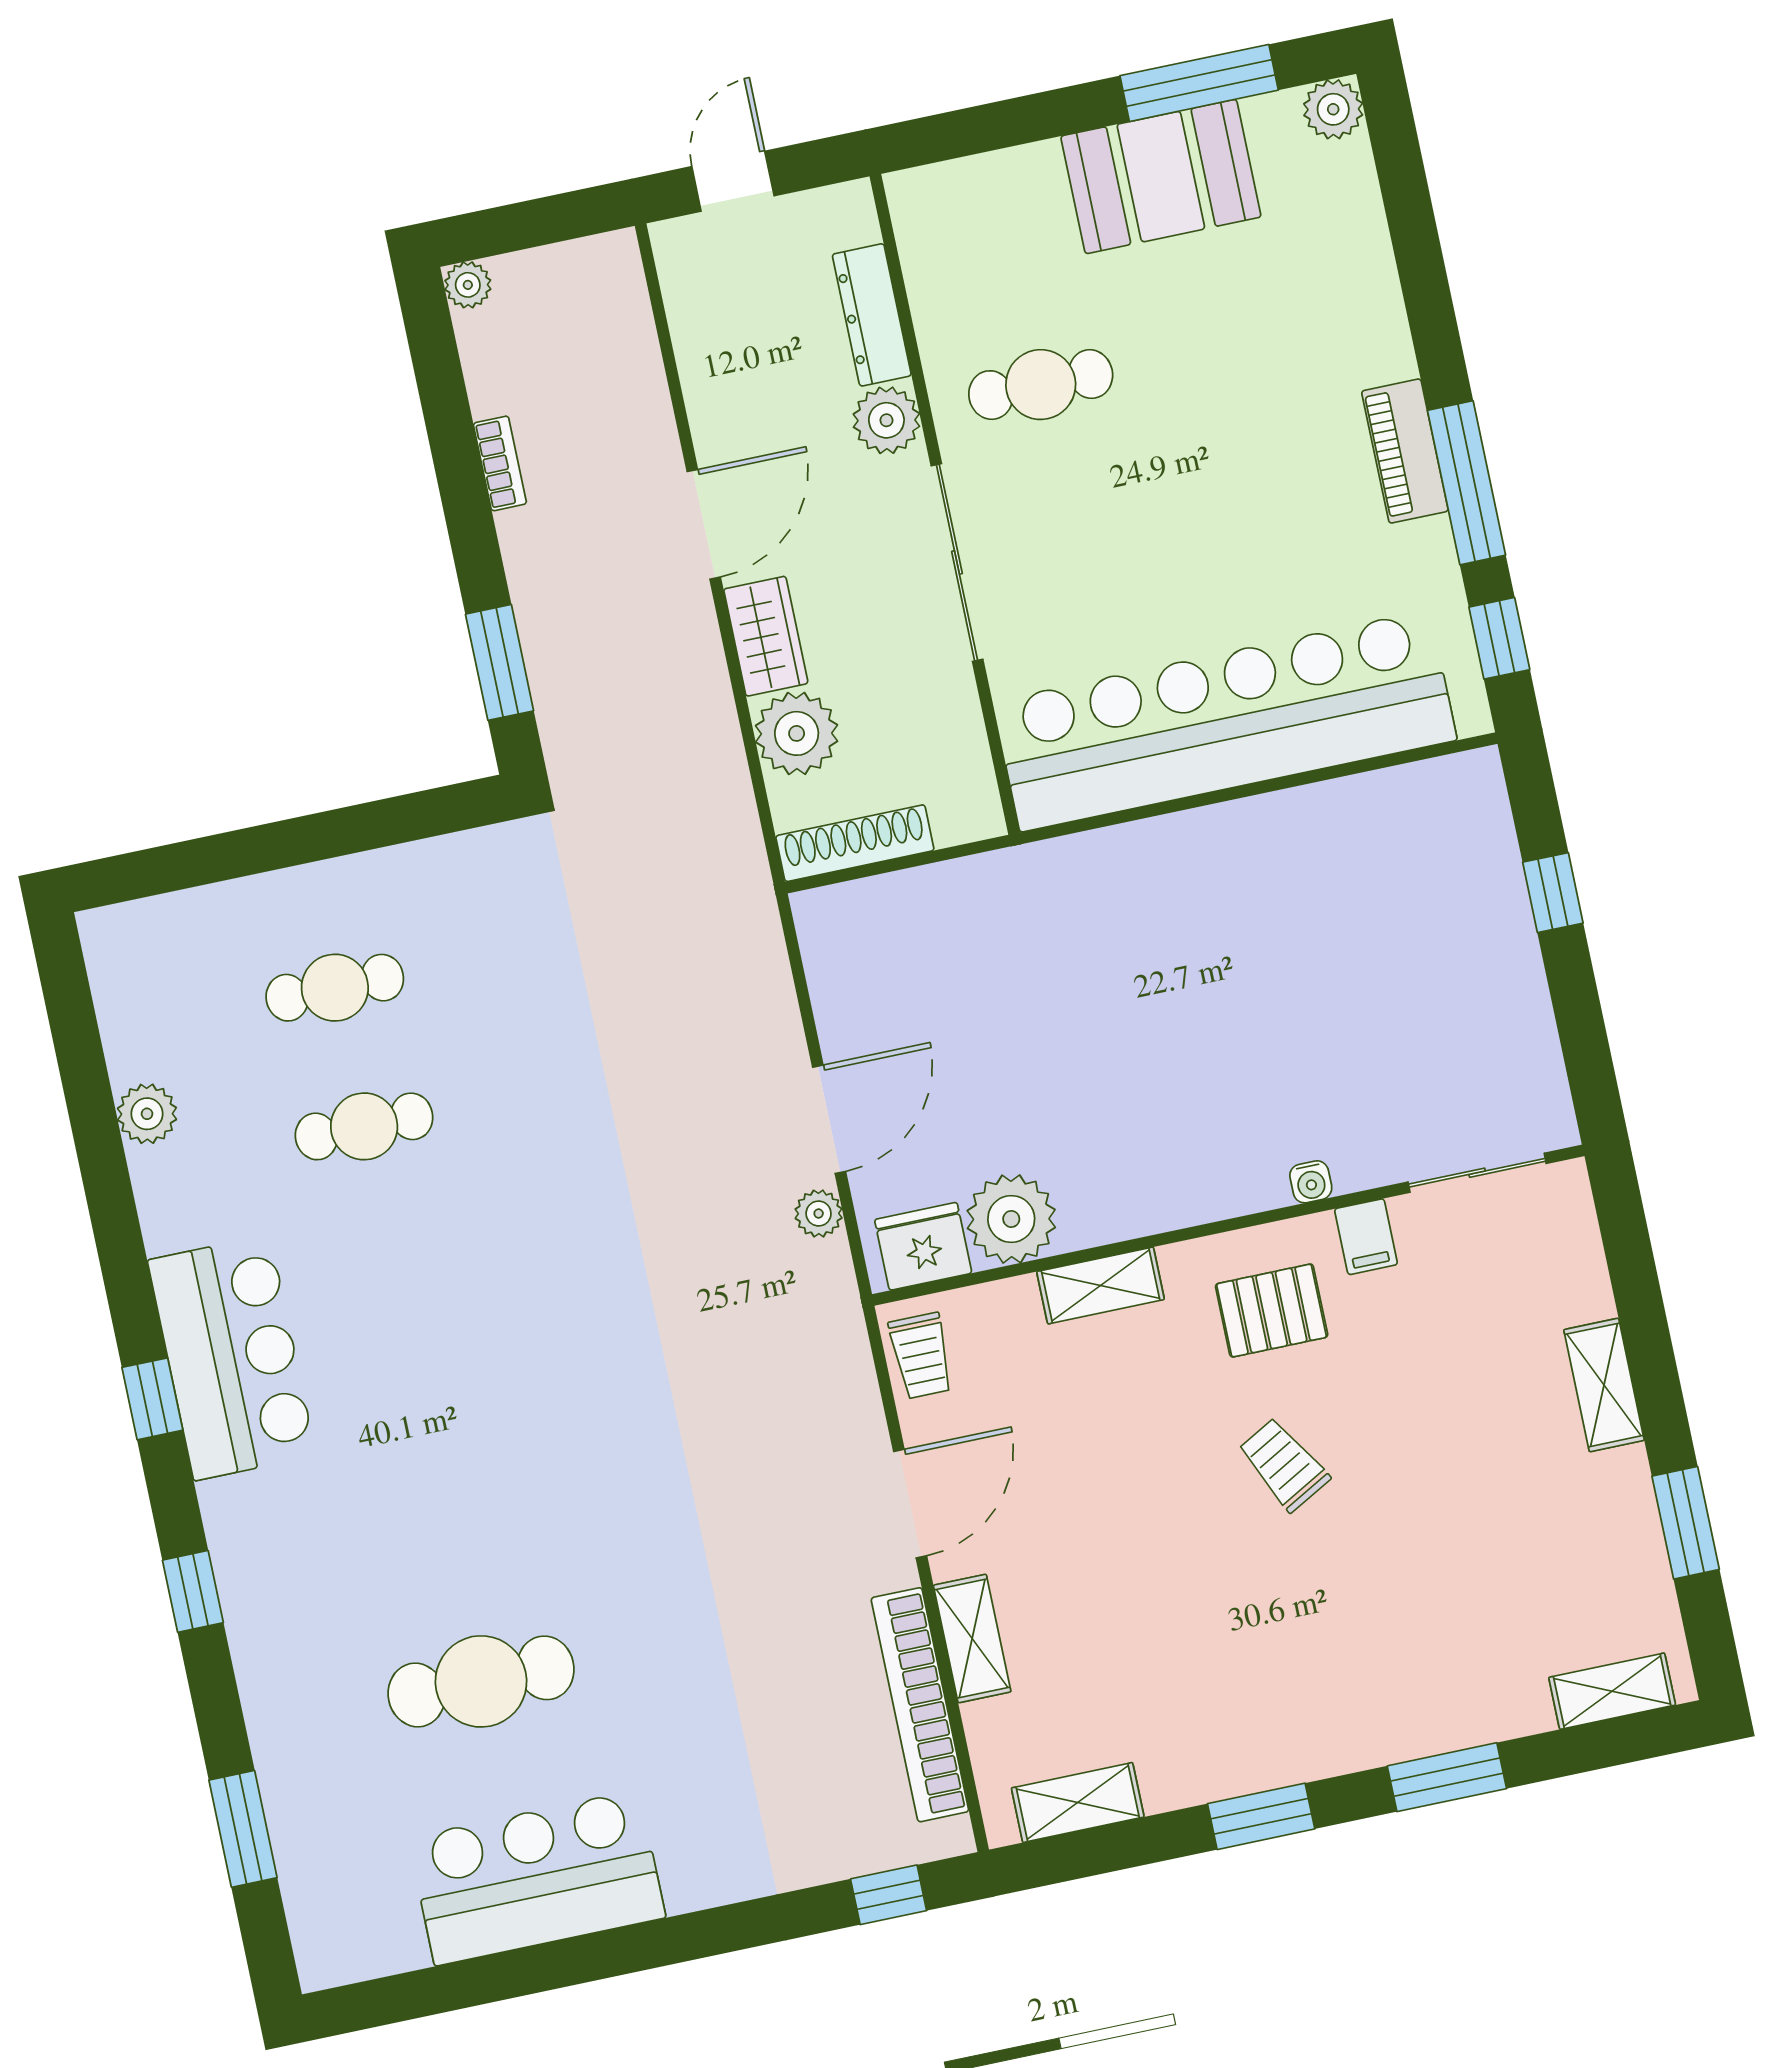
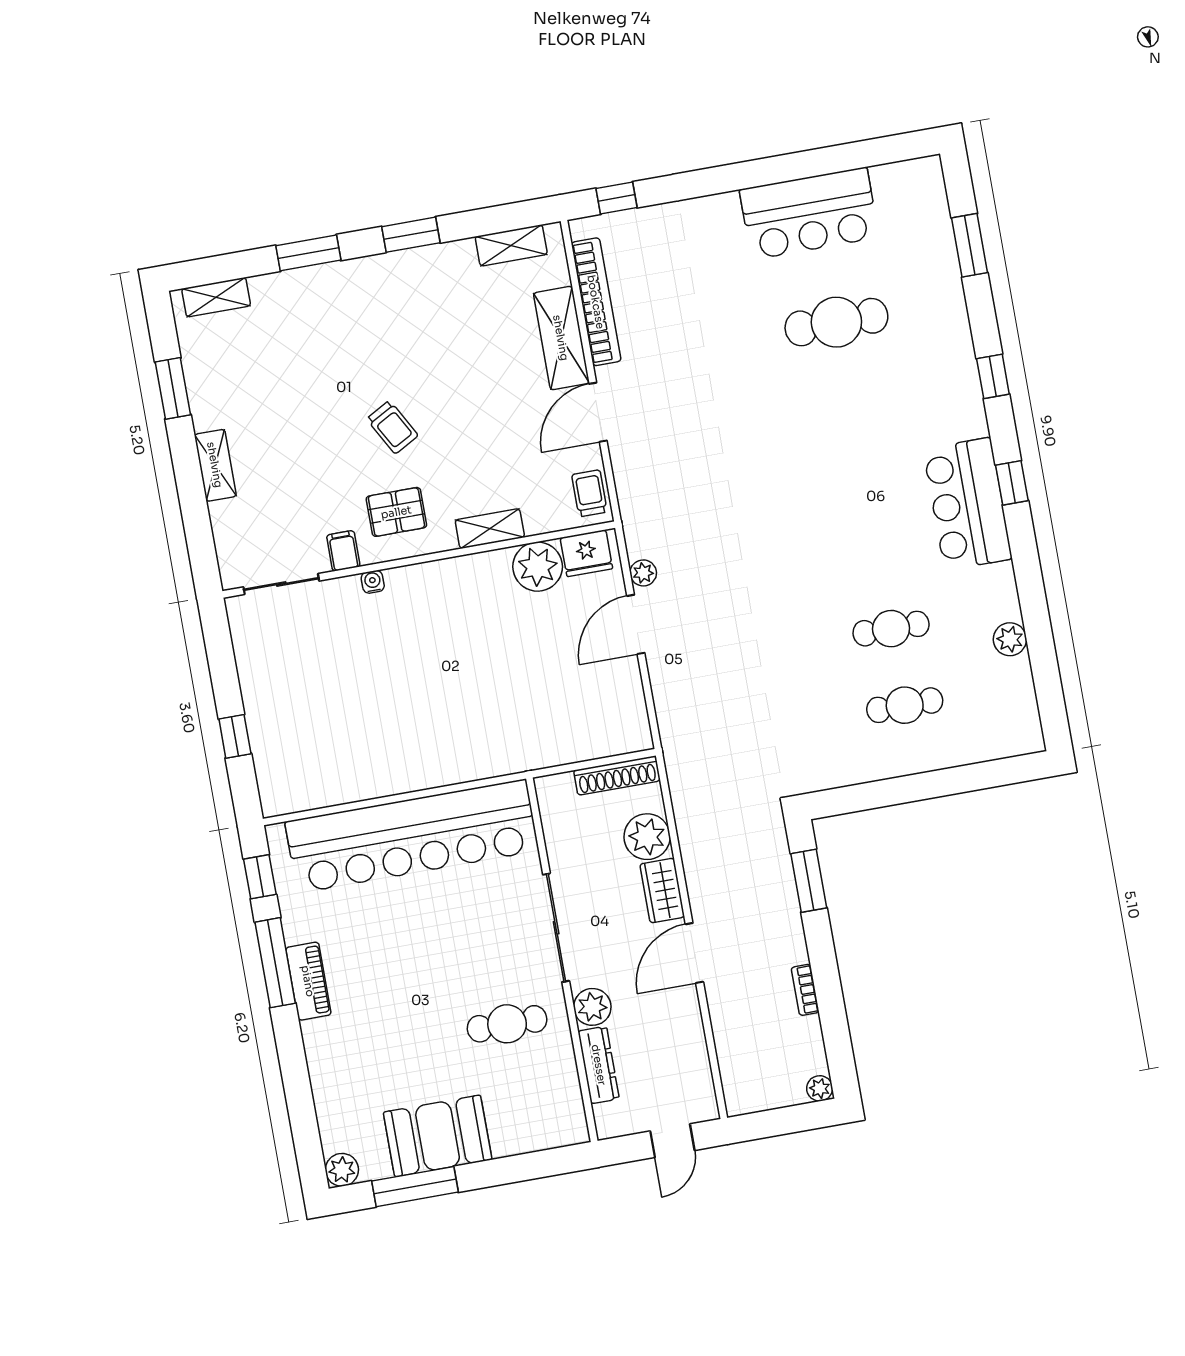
shelving: (972, 1639) -> (561, 338), width x1.50, depth x1.33

